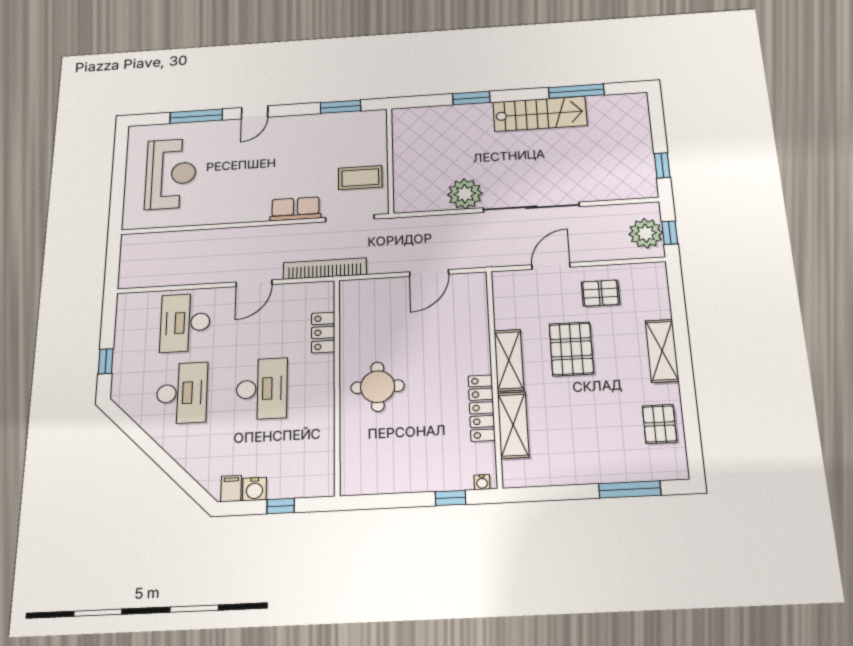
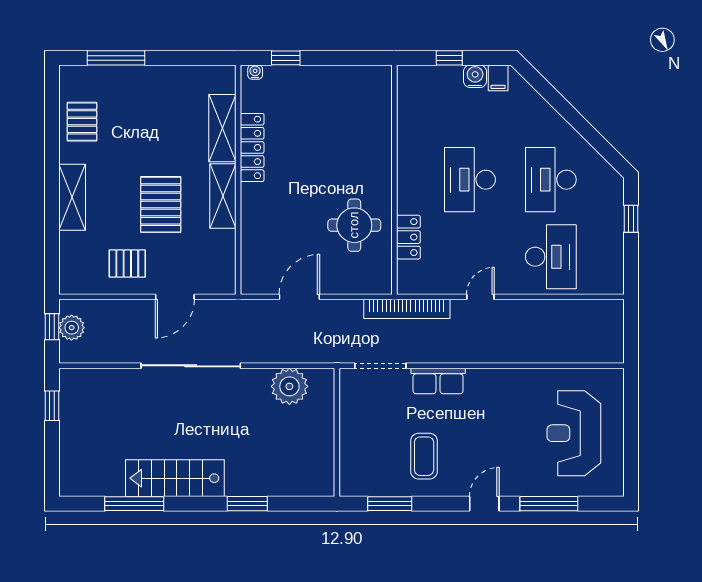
coffee table: (360, 178) -> (424, 456), moved, turned 90
plant: (465, 194) -> (289, 386), moved
plant: (646, 233) -> (72, 328), width x0.73, depth x0.73
door: (254, 283) -> (480, 297), width x0.73
round table: (378, 387) -> (354, 225), moved

